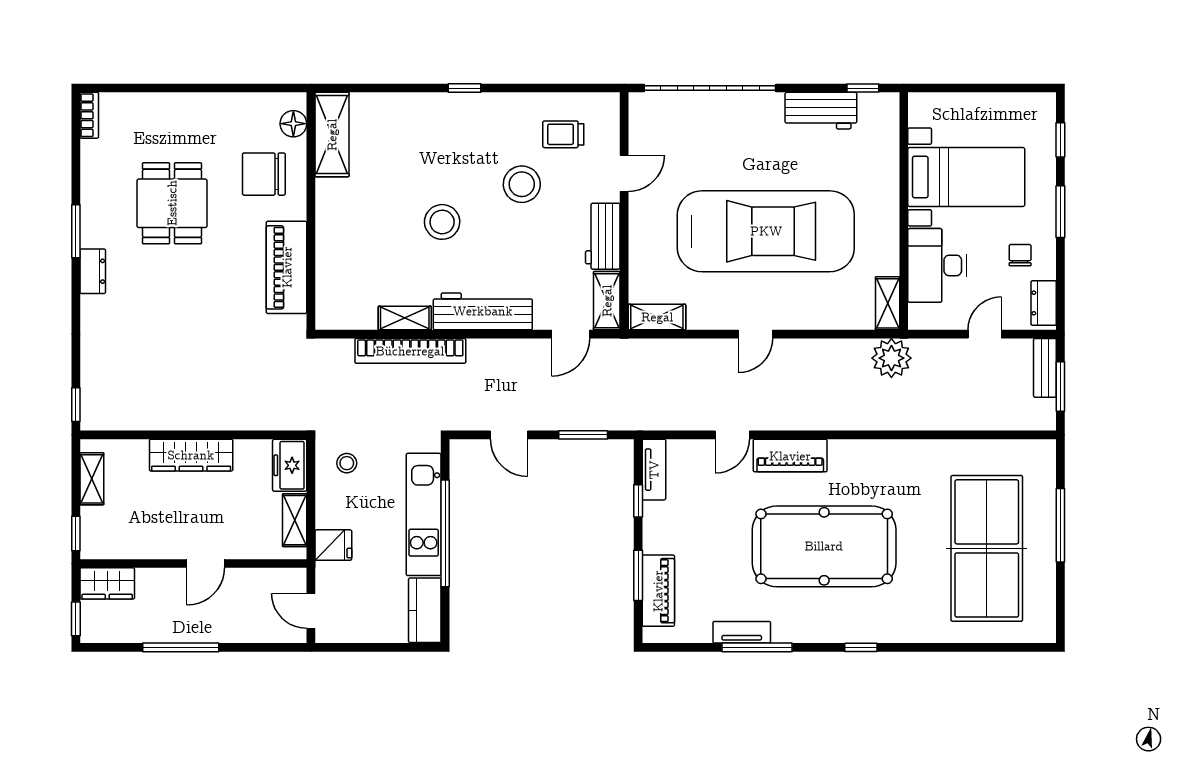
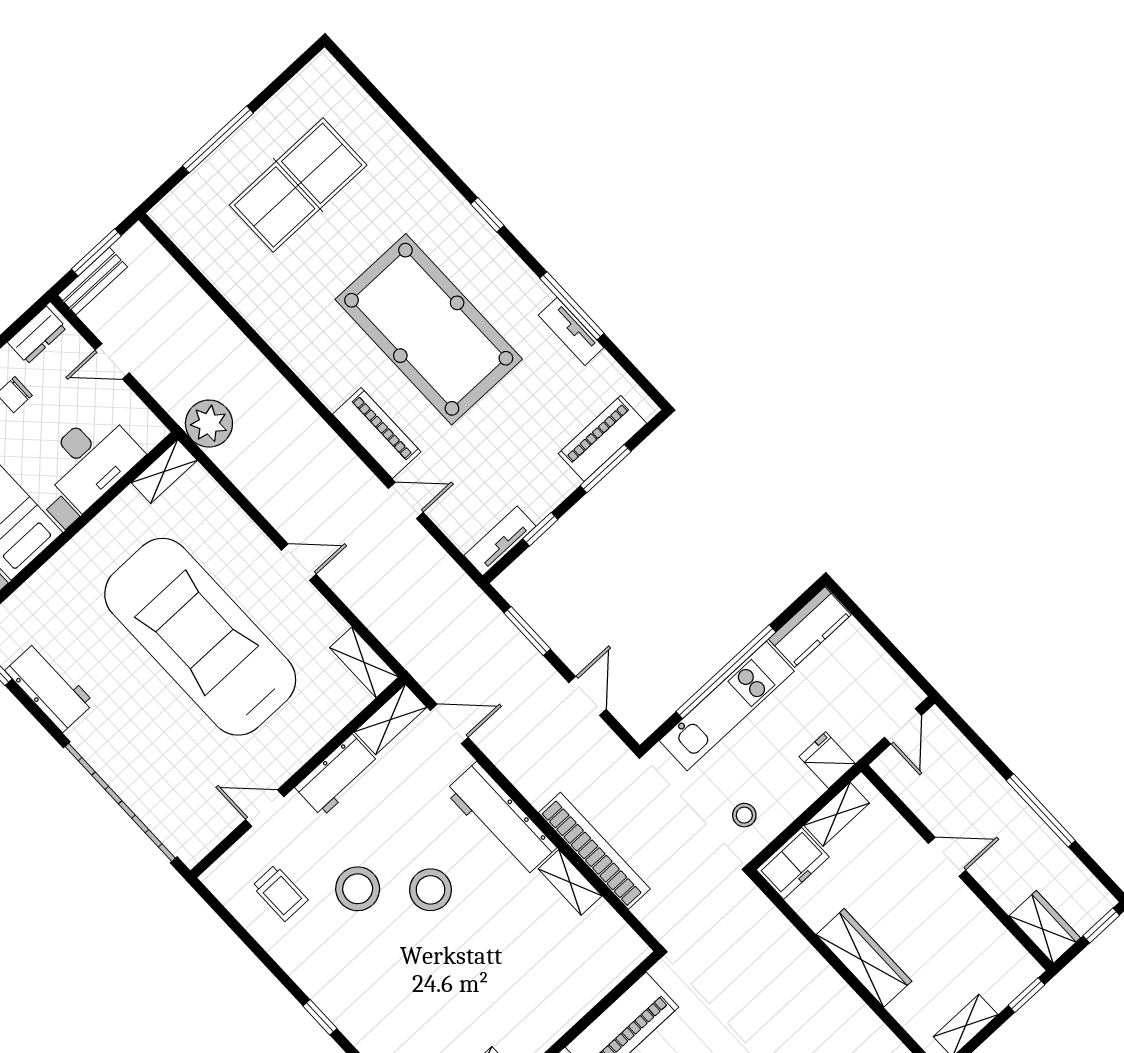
stool: (442, 222) -> (430, 890), moved
table tennis table: (987, 548) -> (298, 185), width x0.73, depth x0.76

